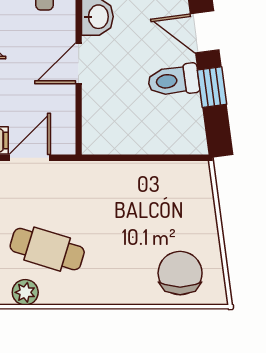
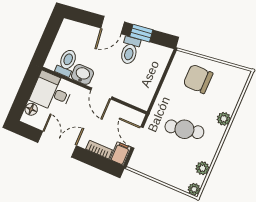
cafe table: (47, 249) -> (184, 129), moved, turned 62
chair: (180, 273) -> (198, 79), moved
plant: (126, 292) -> (224, 119), added

